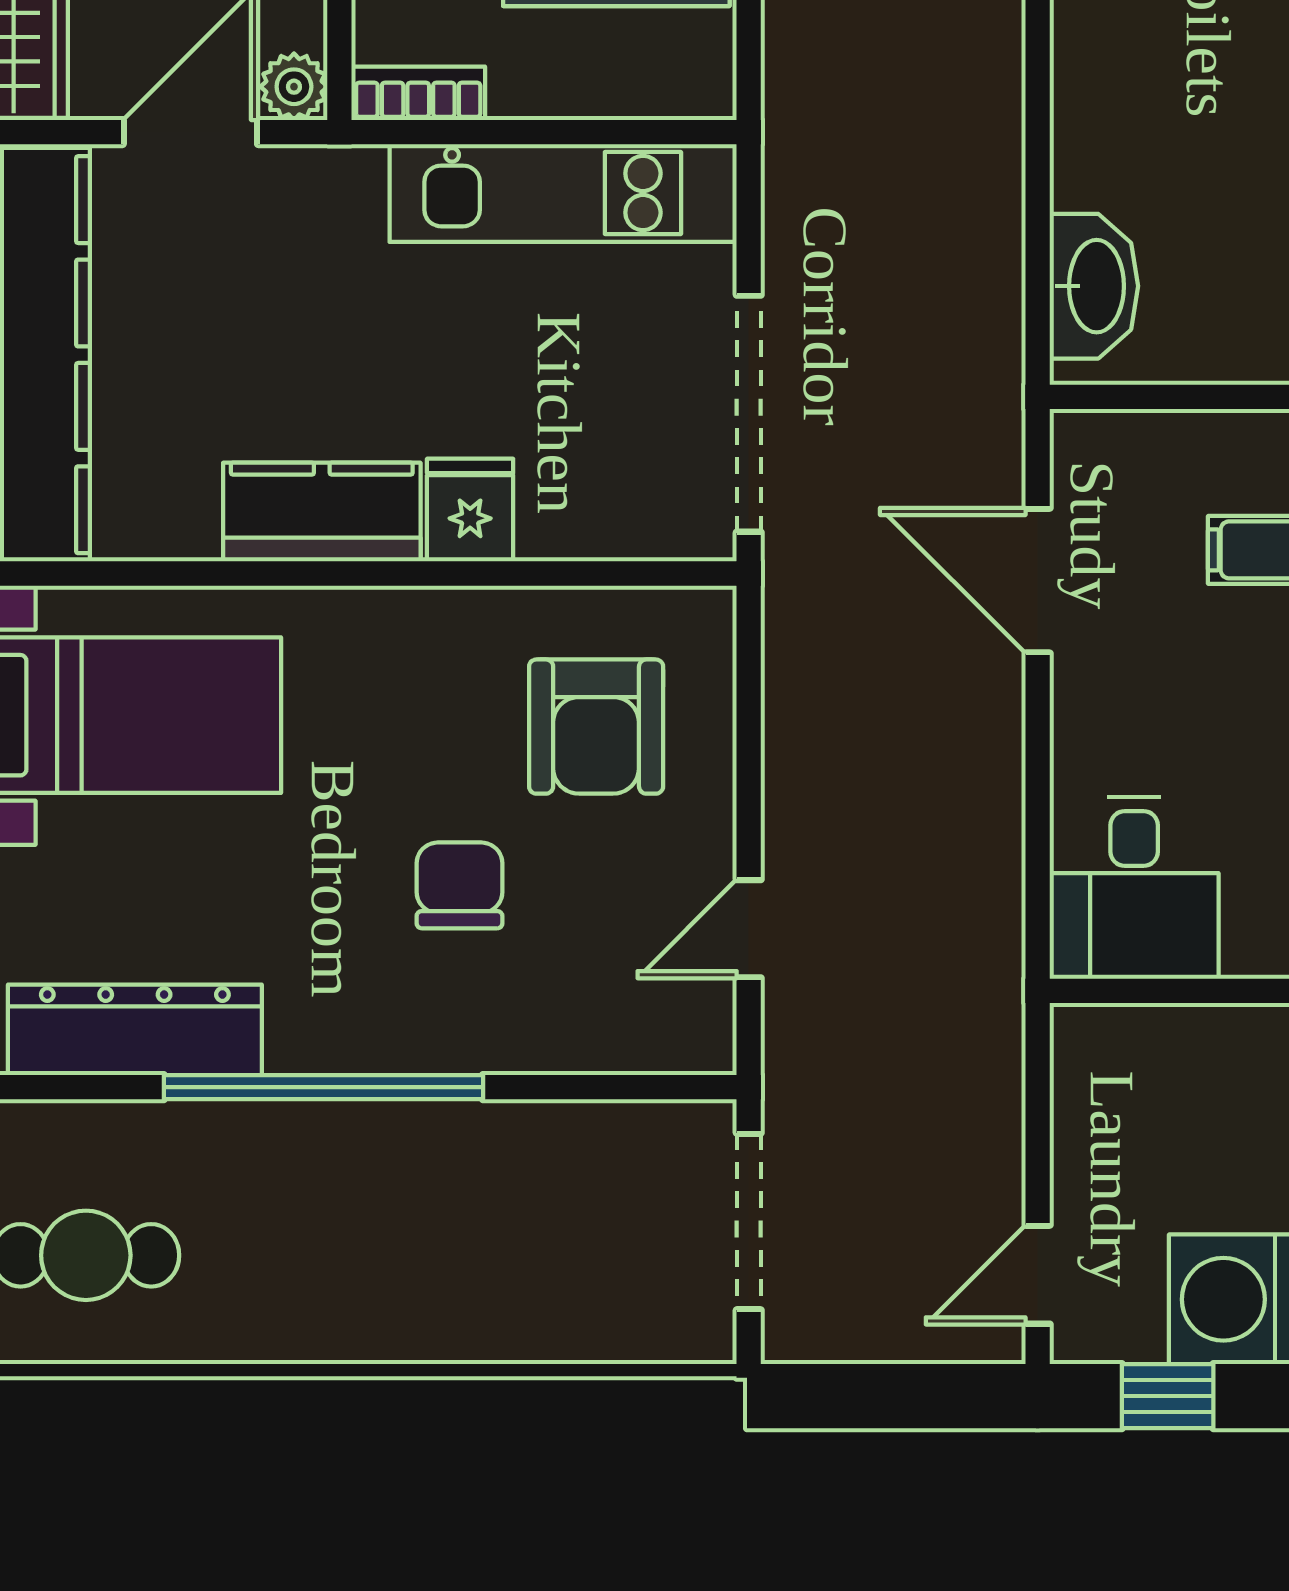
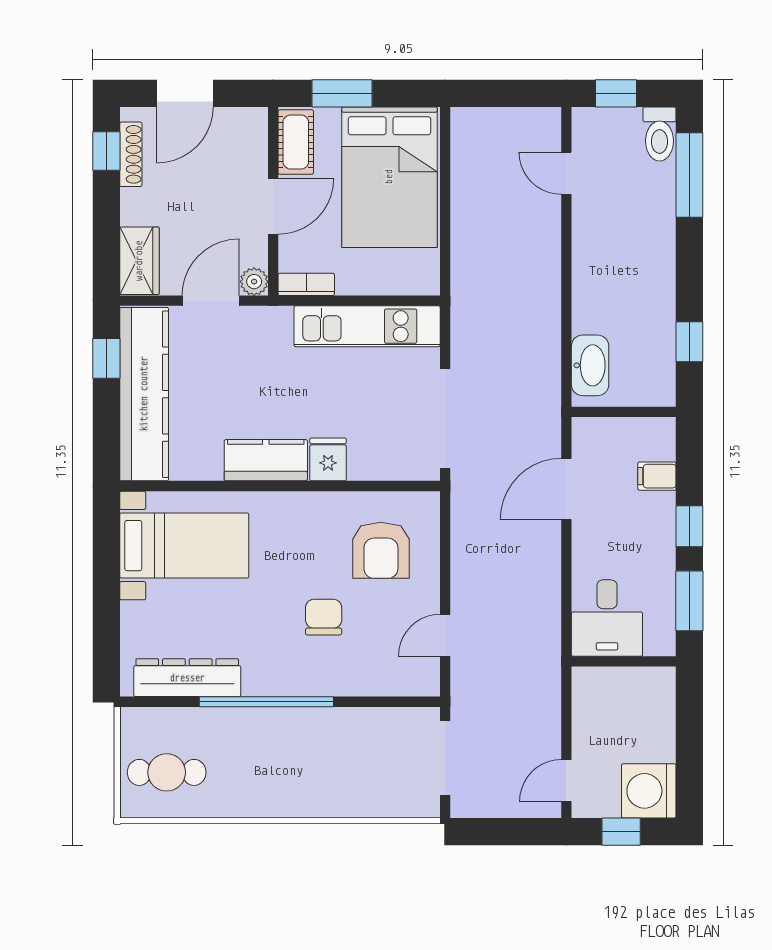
door: (1038, 581) -> (566, 489), hinge flipped

